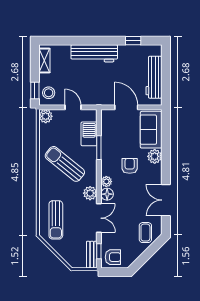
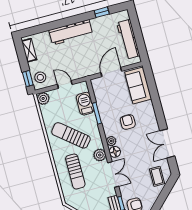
door: (126, 107) -> (111, 72), hinge flipped
plant: (155, 156) -> (147, 108), removed
sun lounger: (56, 220) -> (75, 172), moved

